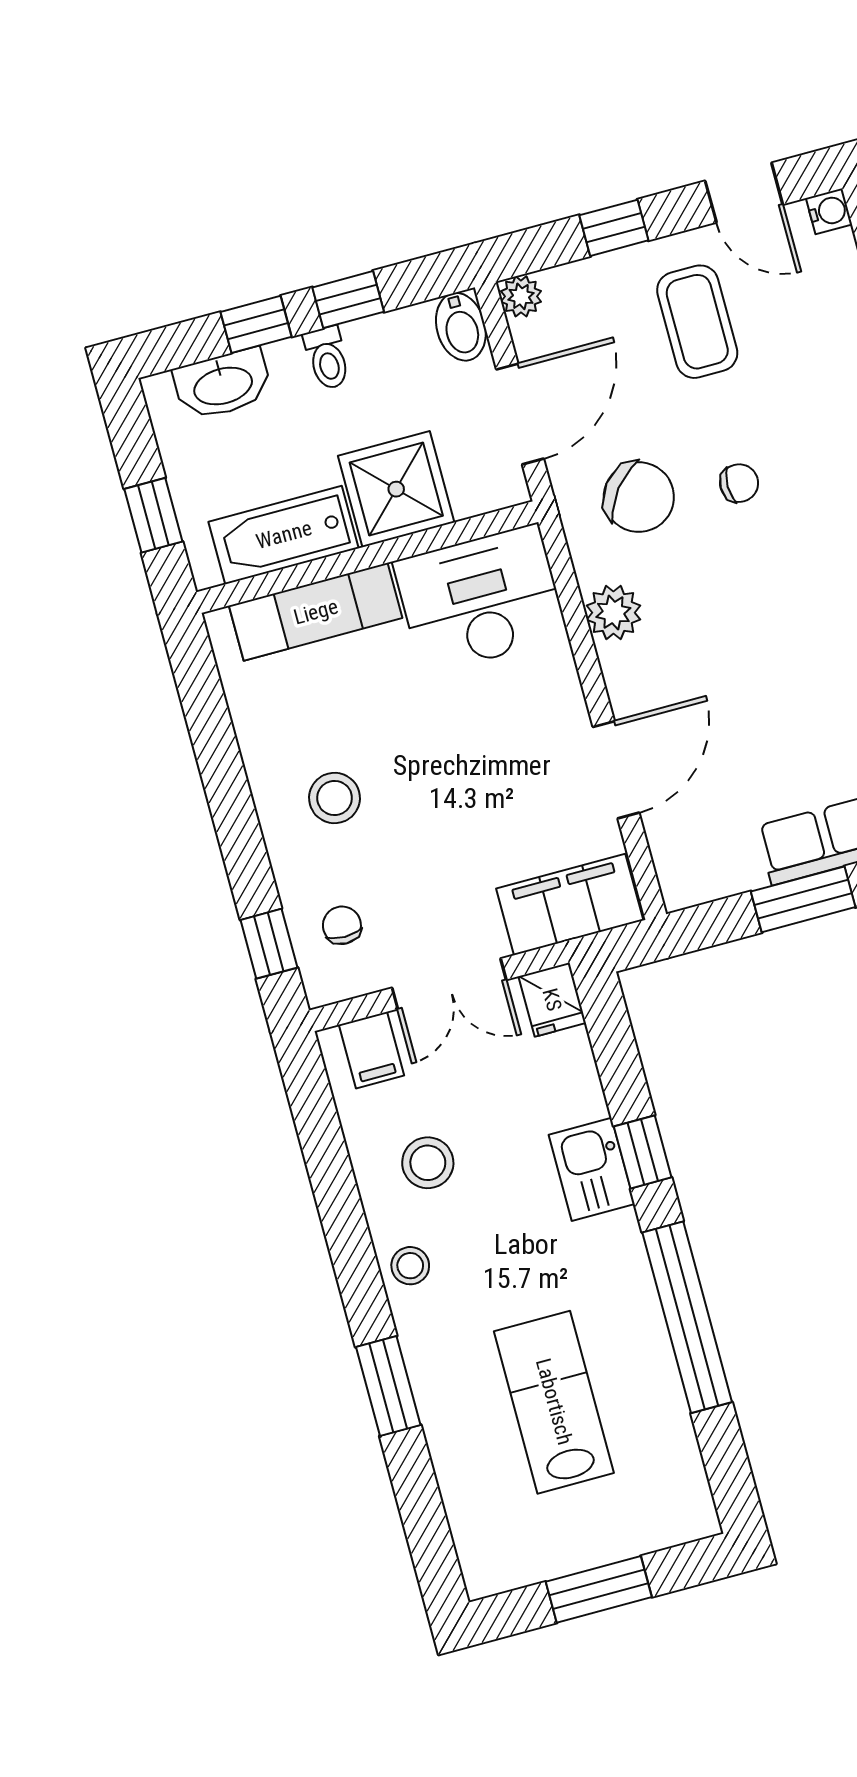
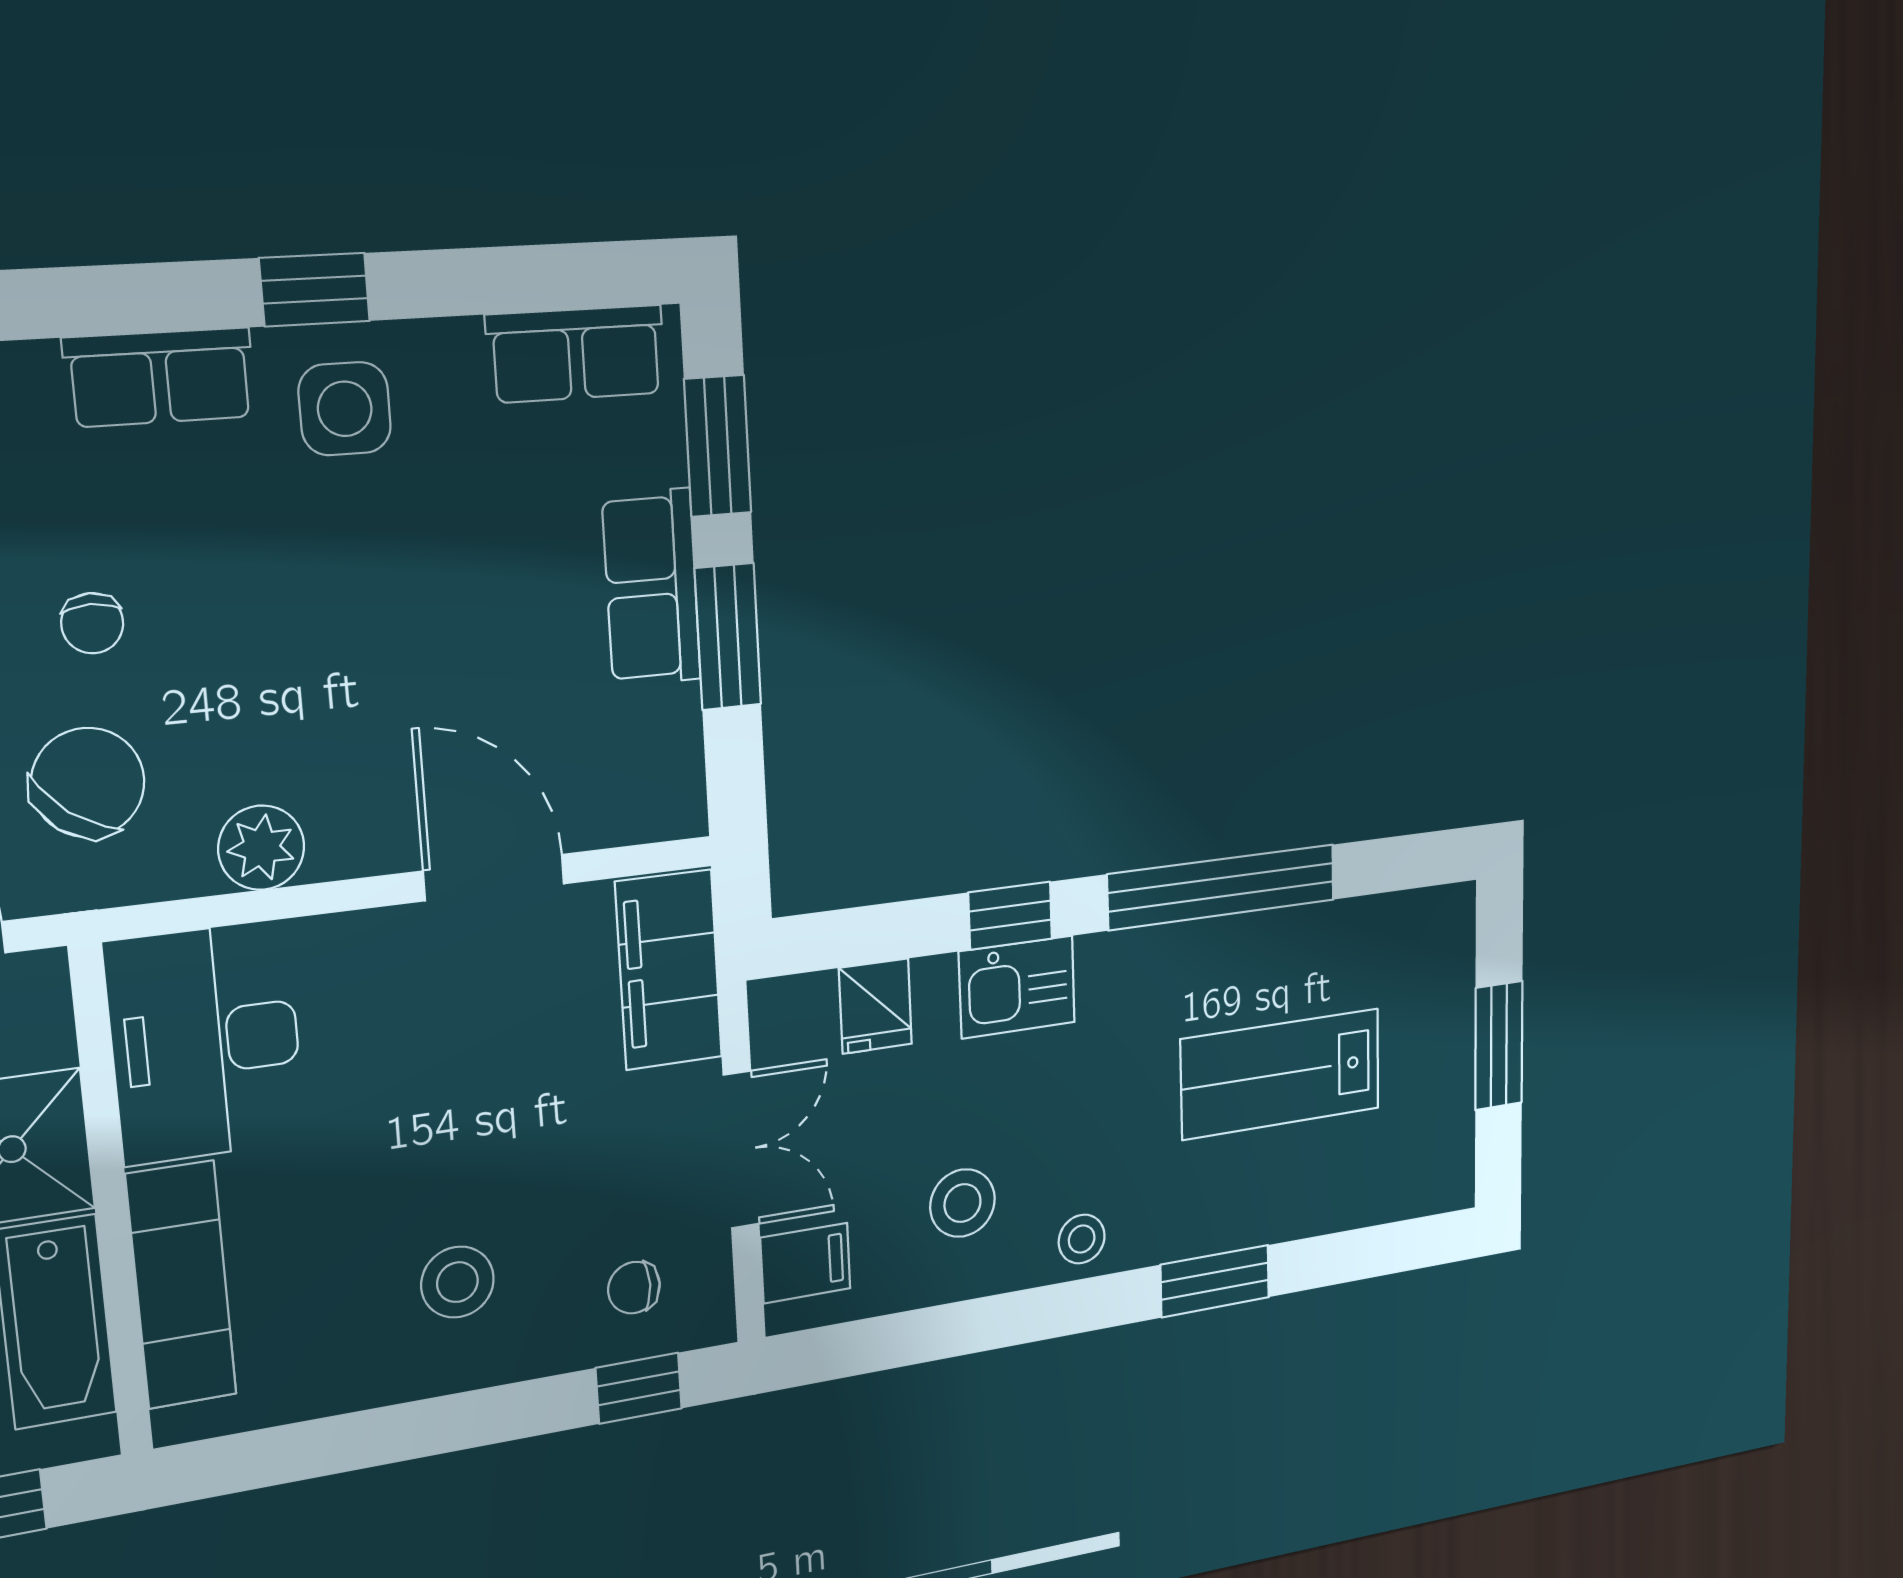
chair: (739, 483) -> (92, 623), turned 180
fridge: (552, 1000) -> (875, 1006), moved, turned 90

